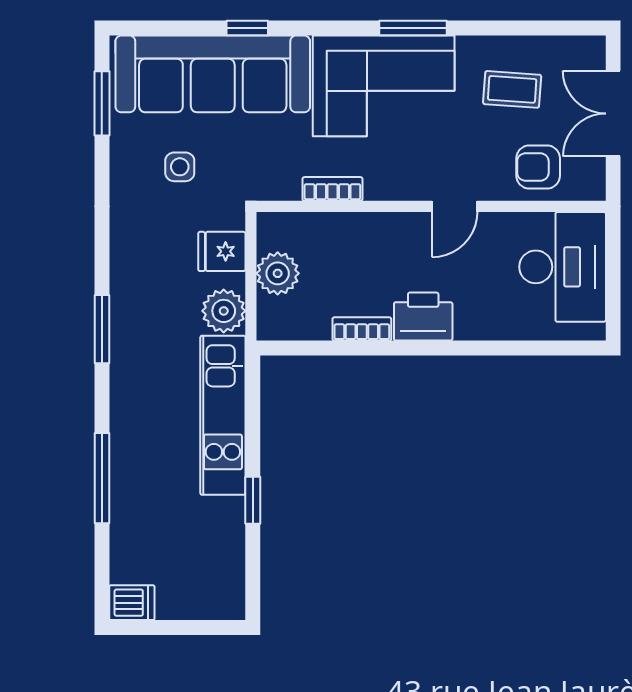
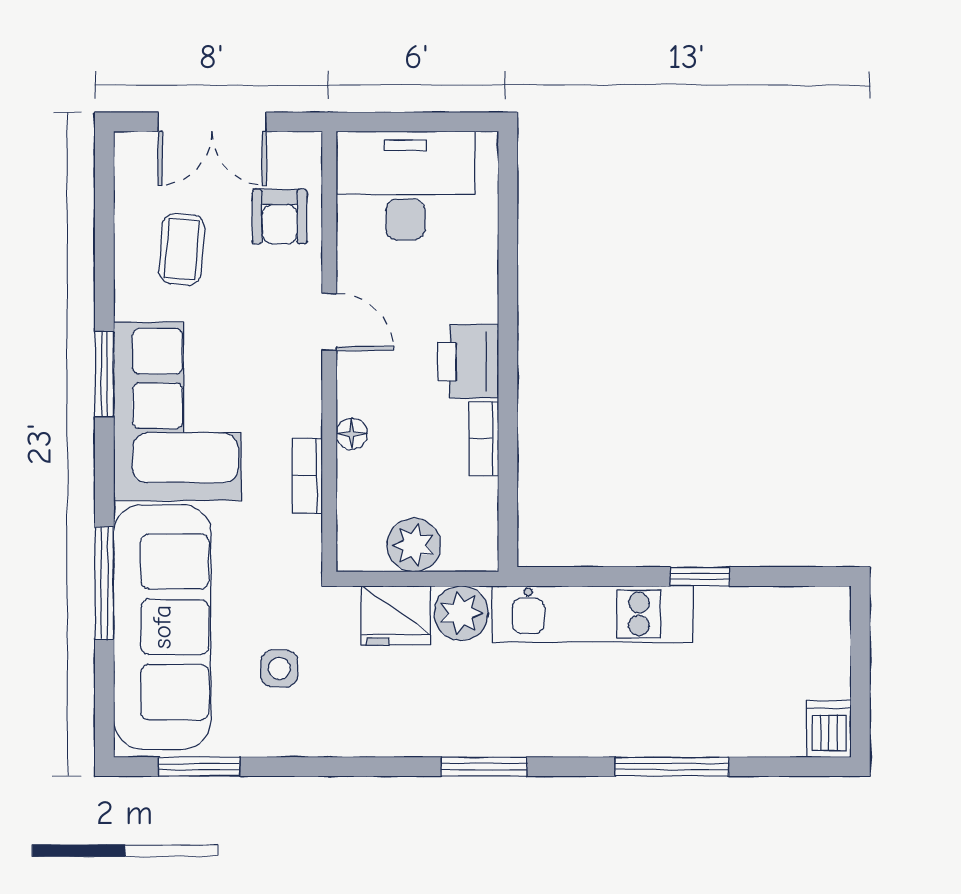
window: (247, 28) -> (104, 583), width x2.17
floor lamp: (366, 224) -> (352, 434), added
fridge: (222, 251) -> (396, 615), width x1.38

